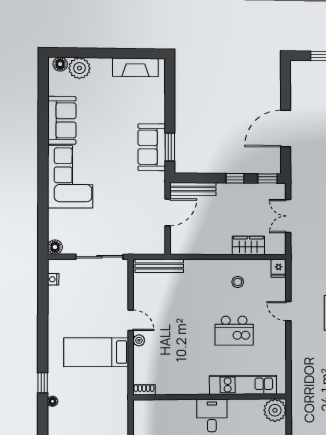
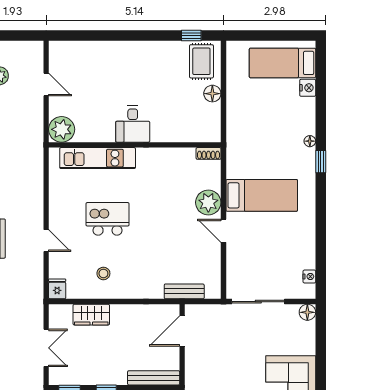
door: (168, 212) -> (182, 331), moved
bench: (159, 266) -> (184, 291), width x0.73
plant: (139, 340) -> (208, 202), width x1.88, depth x1.88

